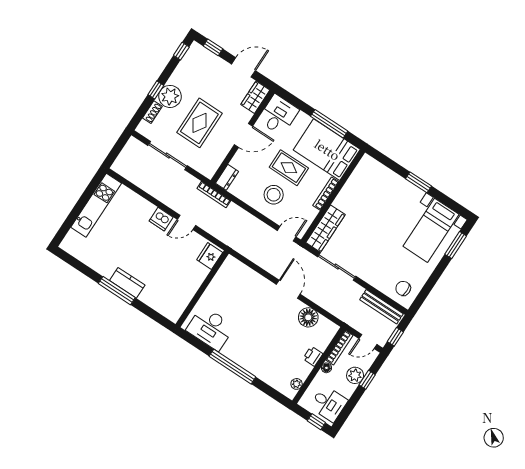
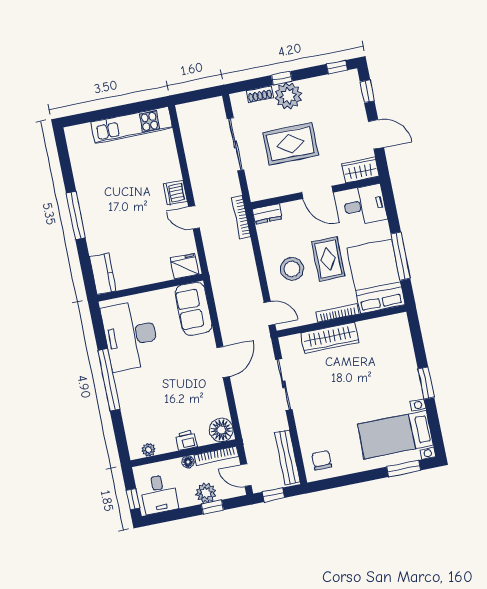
wardrobe: (325, 229) -> (330, 338), moved
sofa: (240, 276) -> (194, 309), added
kitchen counter: (127, 283) -> (103, 274), moved
floor lamp: (308, 317) -> (221, 430), moved
desk: (210, 328) -> (130, 336), width x1.36, depth x1.30

